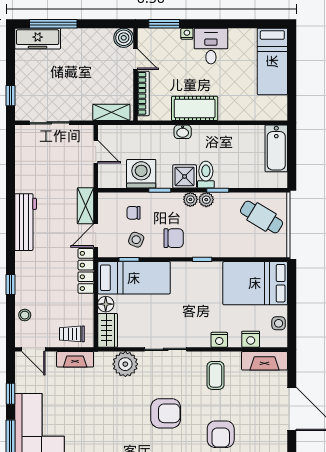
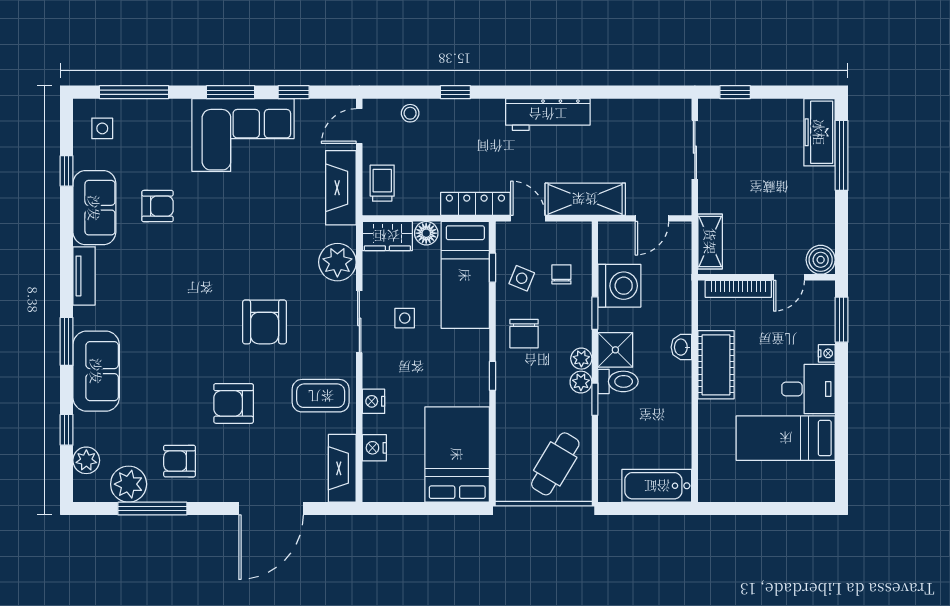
bed: (272, 61) -> (786, 438), moved
shelving: (86, 206) -> (585, 199), width x1.50, depth x1.33
side table: (279, 323) -> (405, 318), moved
fireplace: (75, 359) -> (341, 188), width x1.37, depth x1.32
coffee table: (215, 375) -> (321, 396), width x1.36, depth x1.30

